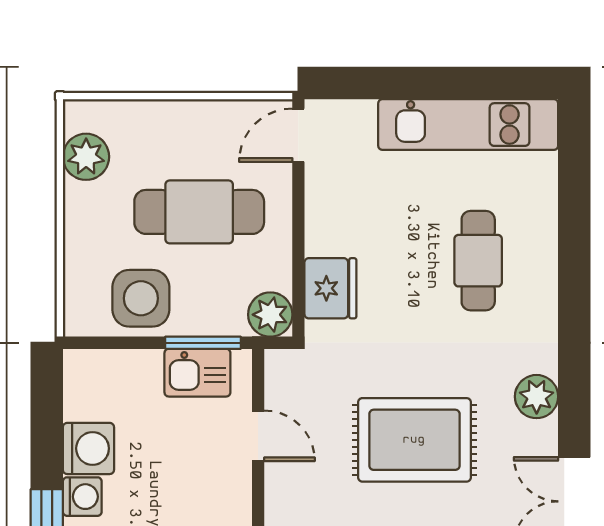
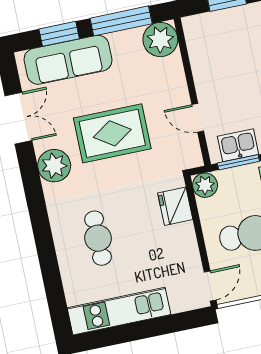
plant: (537, 397) -> (54, 166), width x1.36, depth x1.36

